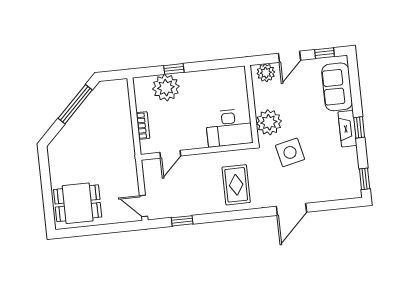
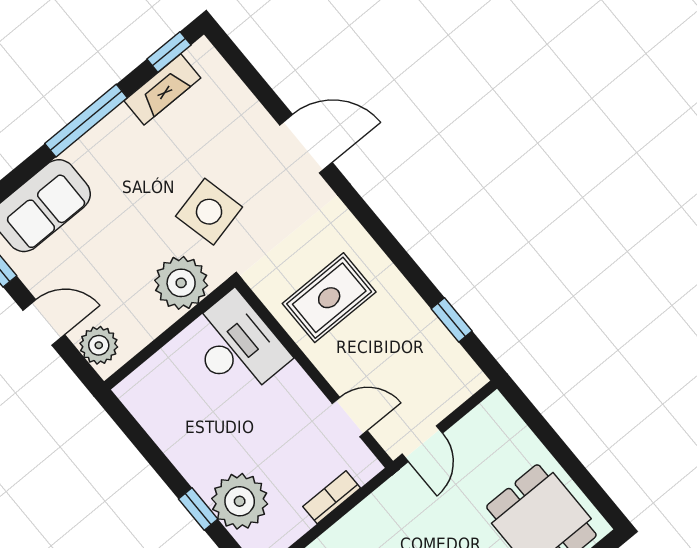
window: (359, 127) -> (86, 121), width x2.17
fireplace: (347, 129) -> (162, 89), moved
rug: (236, 185) -> (329, 298), moved
door: (143, 206) -> (422, 444), moved

